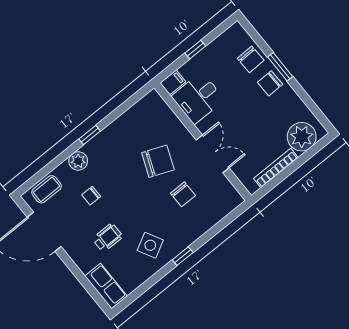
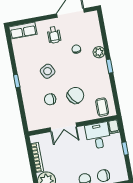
chair: (158, 161) -> (75, 95), turned -147
coffee table: (47, 189) -> (102, 107), moved
wheelchair: (107, 238) -> (54, 35), moved
side table: (150, 245) -> (48, 71), moved

